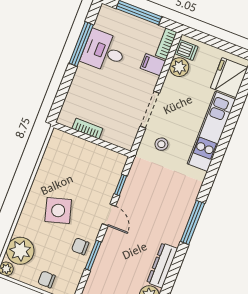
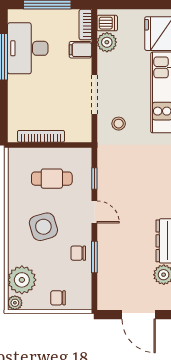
desk: (104, 51) -> (28, 48), width x1.37
bookcase: (87, 129) -> (41, 136), width x1.56
cafe table: (82, 170) -> (52, 179), added

